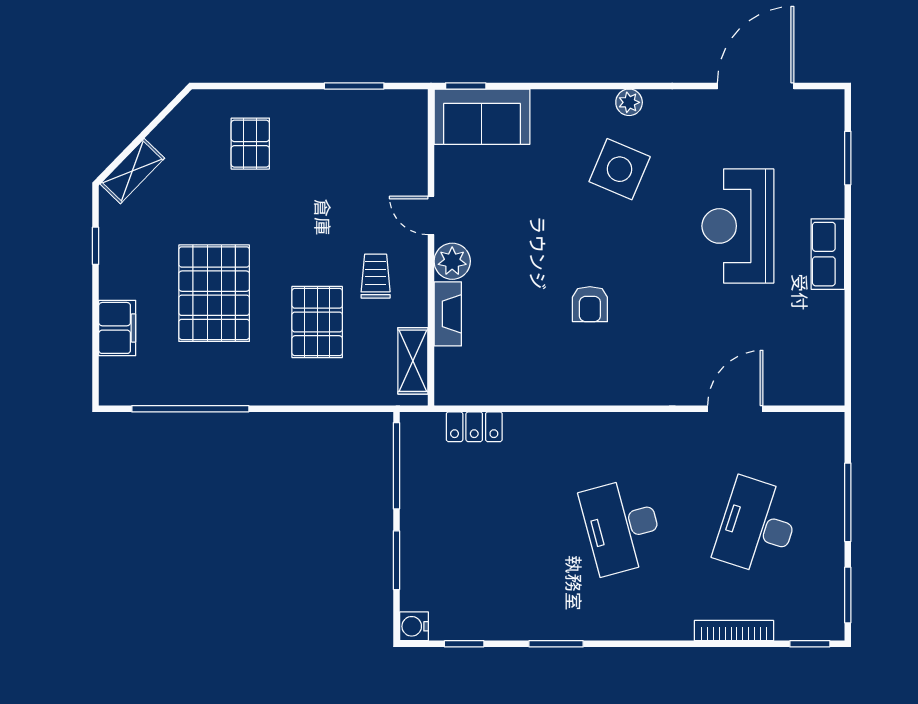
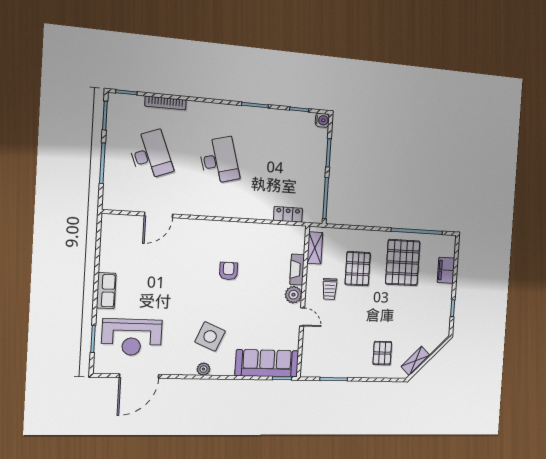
sofa: (482, 117) -> (267, 363), width x1.36
shelving: (132, 171) -> (415, 361), moved
reception desk: (738, 226) -> (132, 337), moved, turned 90
pallet: (214, 293) -> (403, 263), moved
desk: (757, 526) -> (151, 155), turned -39

